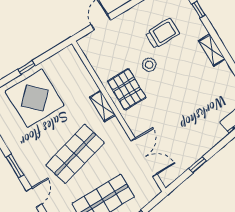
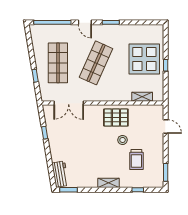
shelving: (103, 106) -> (142, 97), moved
shop shelf: (75, 154) -> (96, 63), turned 39

